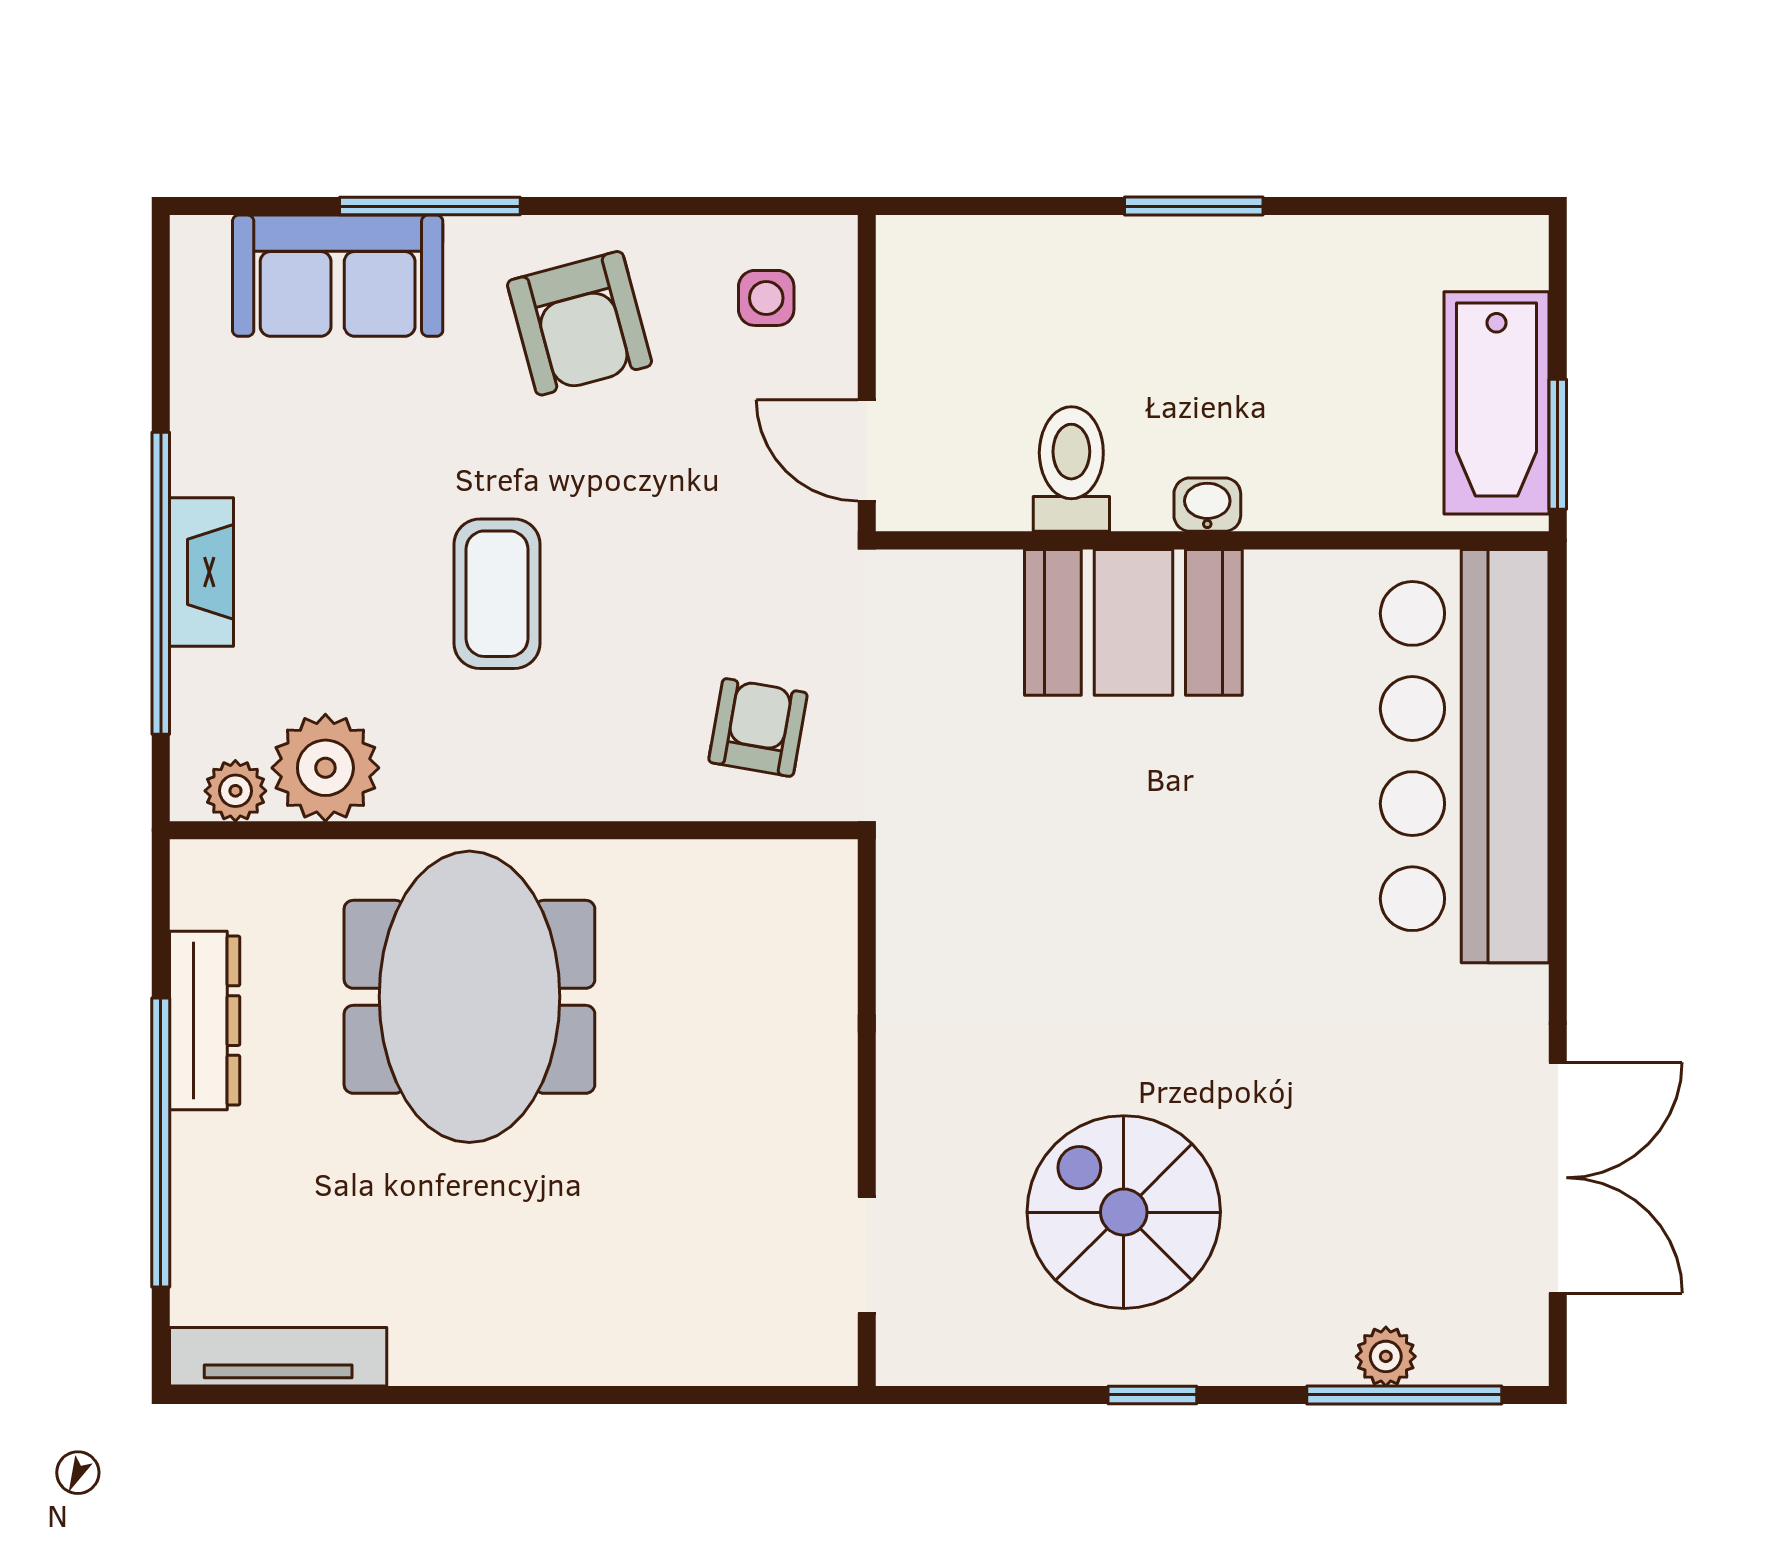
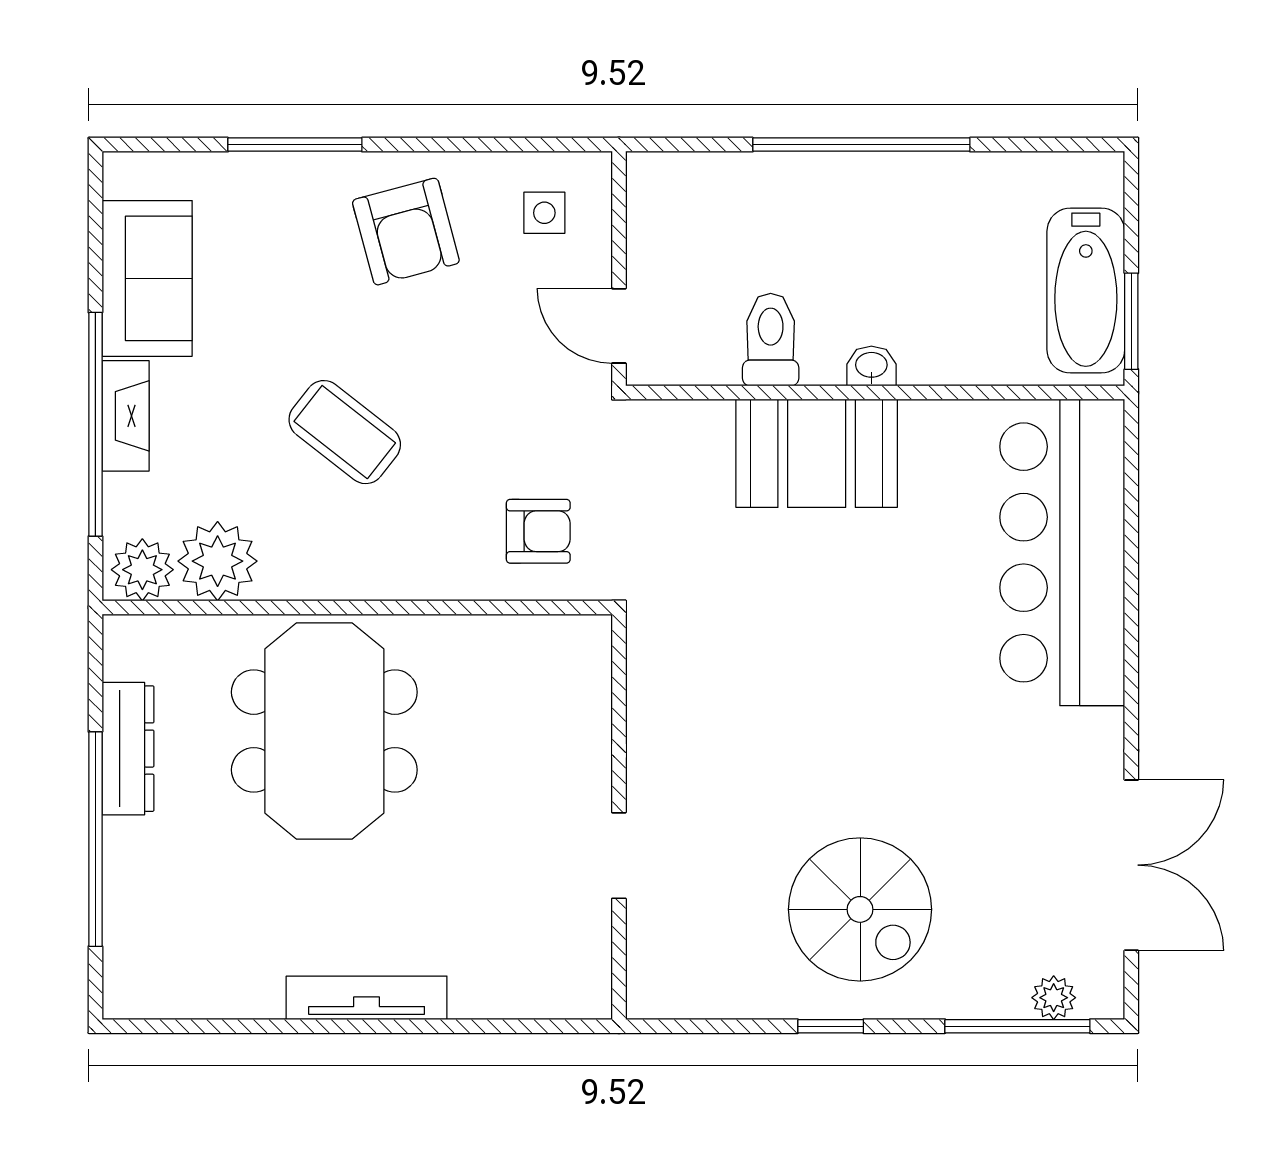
window: (1194, 206) -> (861, 145), width x2.11
sofa: (338, 276) -> (147, 278), moved, turned -90
coffee table: (497, 594) -> (345, 432), turned -52
armchair: (758, 727) -> (538, 531), turned 80
plant: (235, 791) -> (142, 570), width x1.38, depth x1.38
spiral stairs: (1124, 1212) -> (860, 909), moved, turned 180
doorway: (867, 1255) -> (619, 856), moved
plant: (1386, 1356) -> (1054, 998), moved
tv unit: (278, 1357) -> (367, 998), moved

